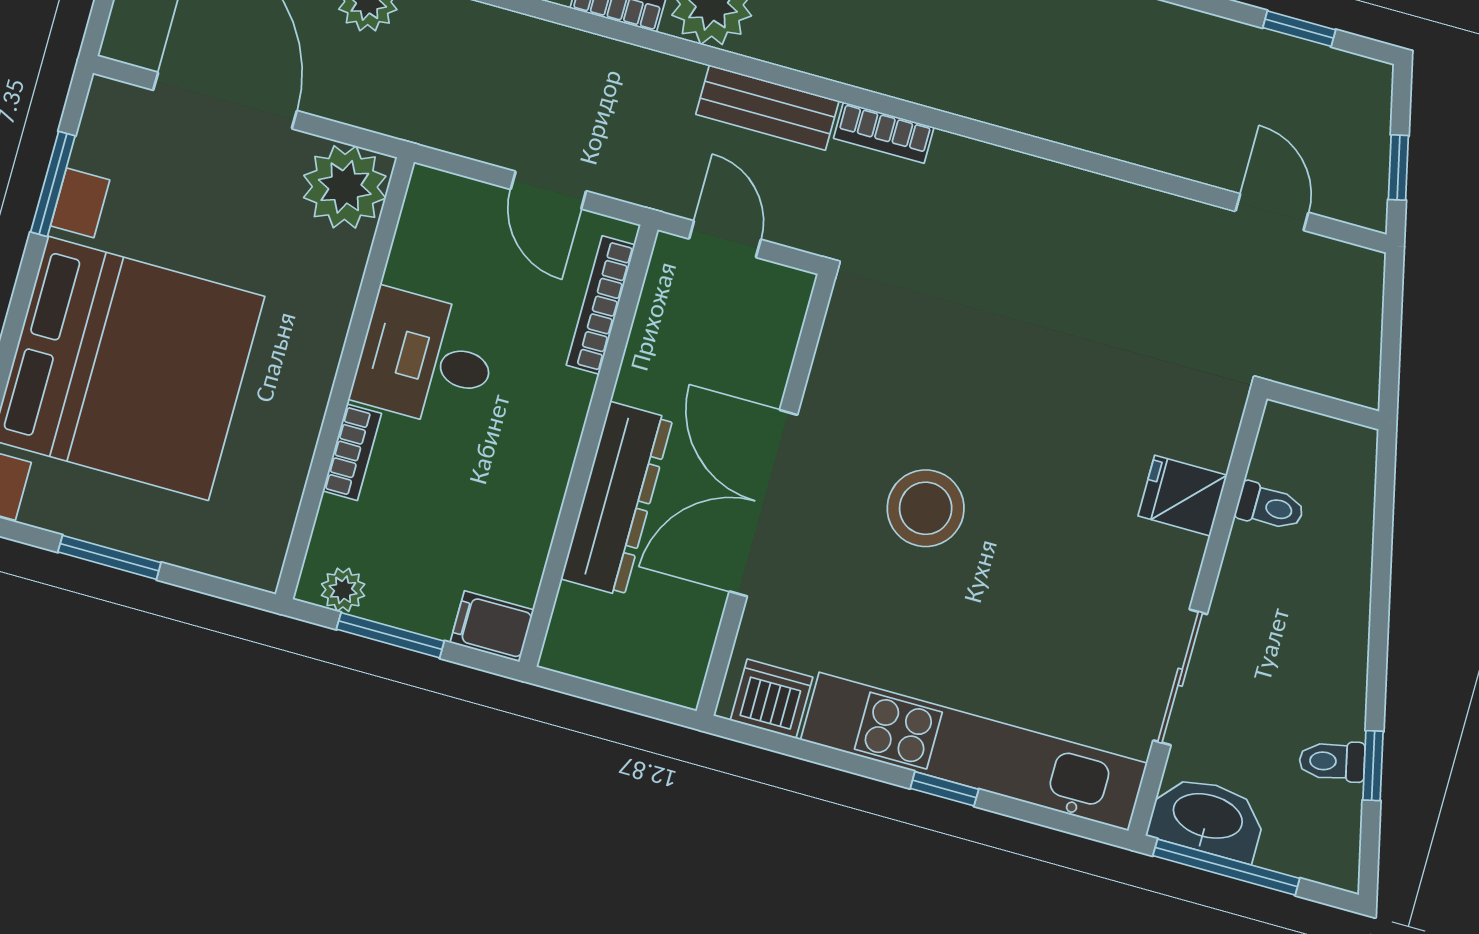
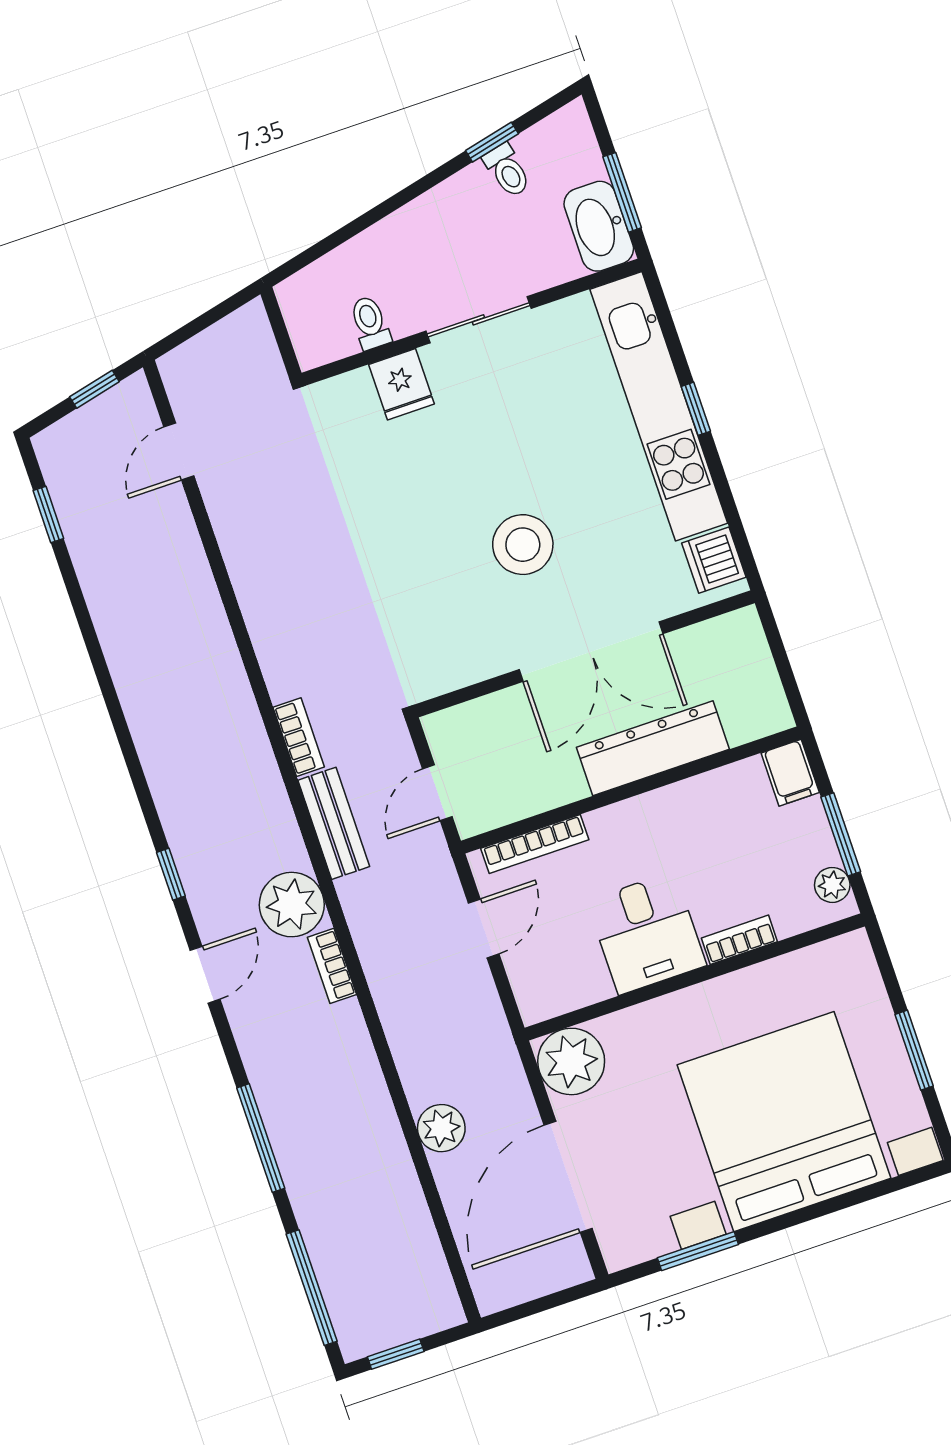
sliding door: (1180, 677) -> (478, 320), moved
window: (1226, 867) -> (622, 192), width x0.69

